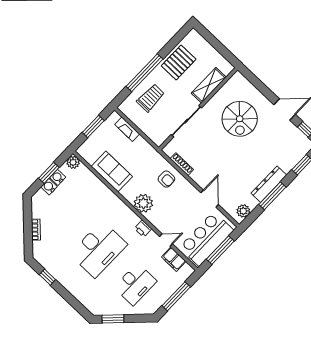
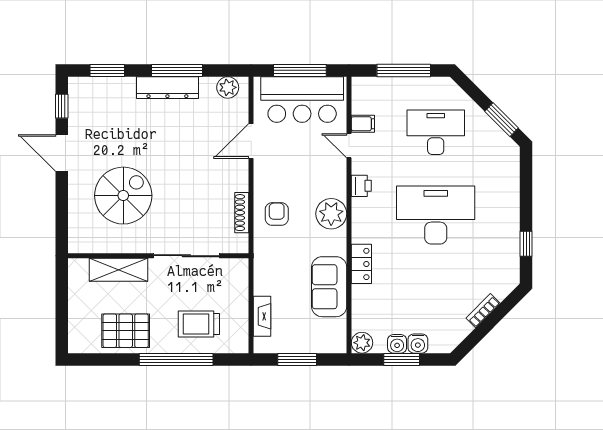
locker: (108, 195) -> (361, 264), added
filing cabinet: (174, 259) -> (363, 124), width x0.50

